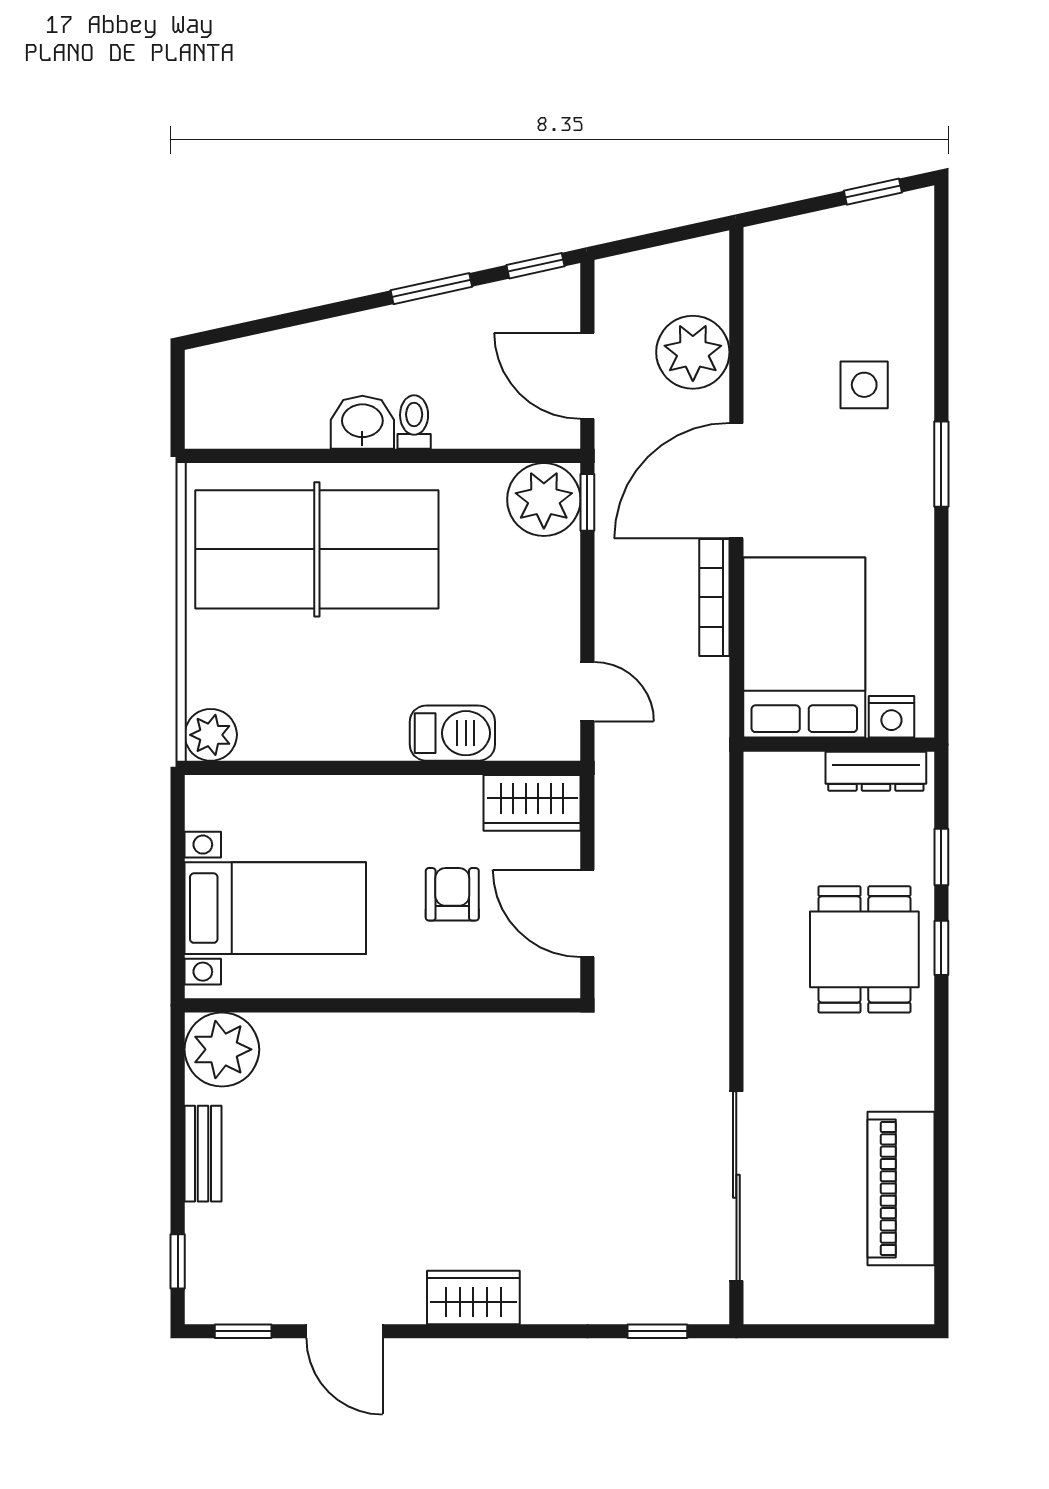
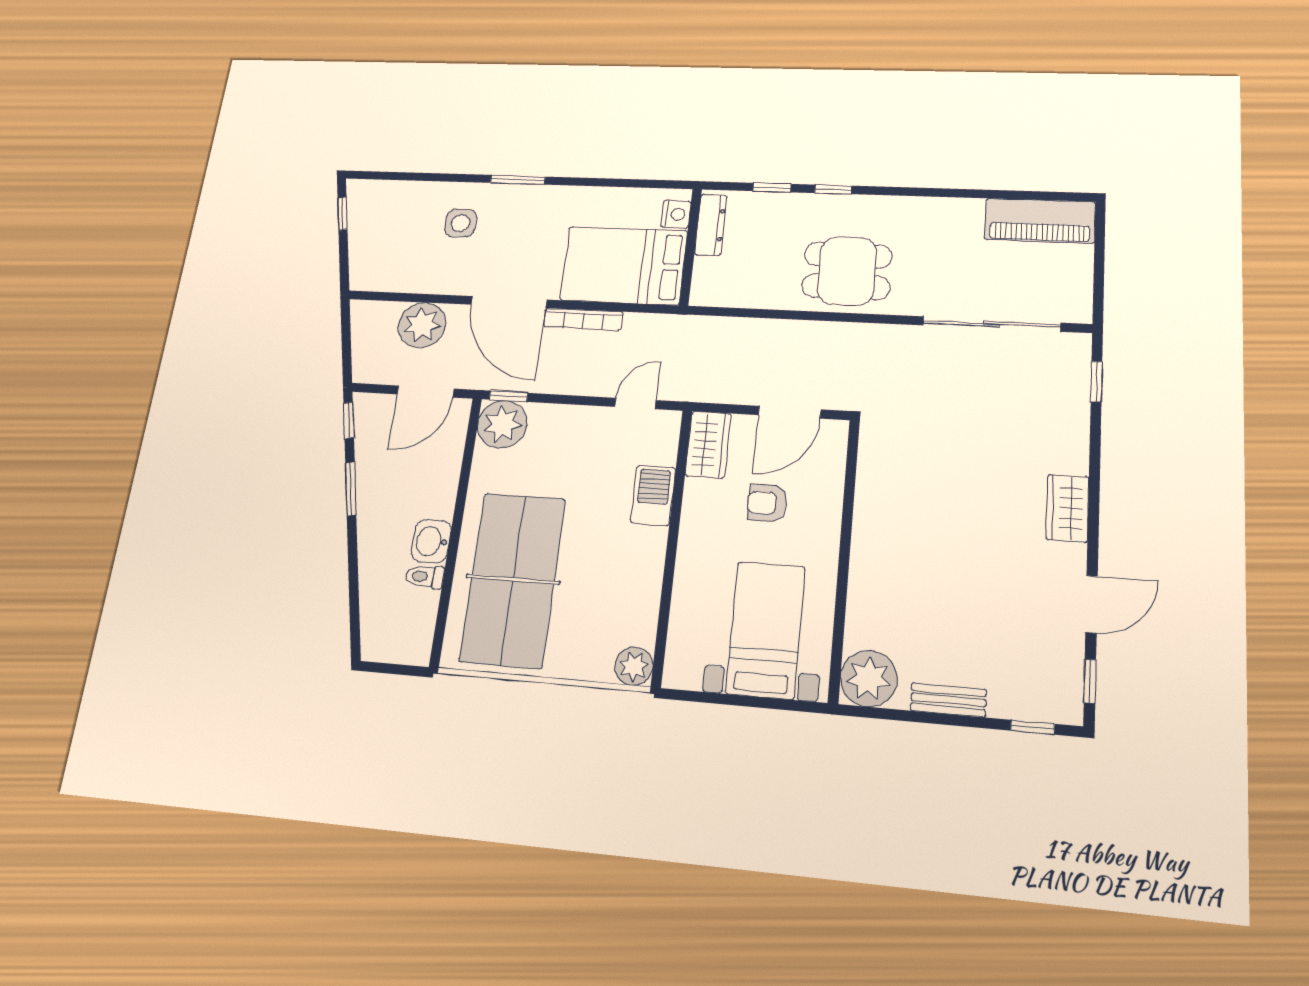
toilet: (414, 422) -> (425, 577), moved
dining table: (864, 949) -> (847, 271), moved
piano: (901, 1189) -> (1040, 221), moved

